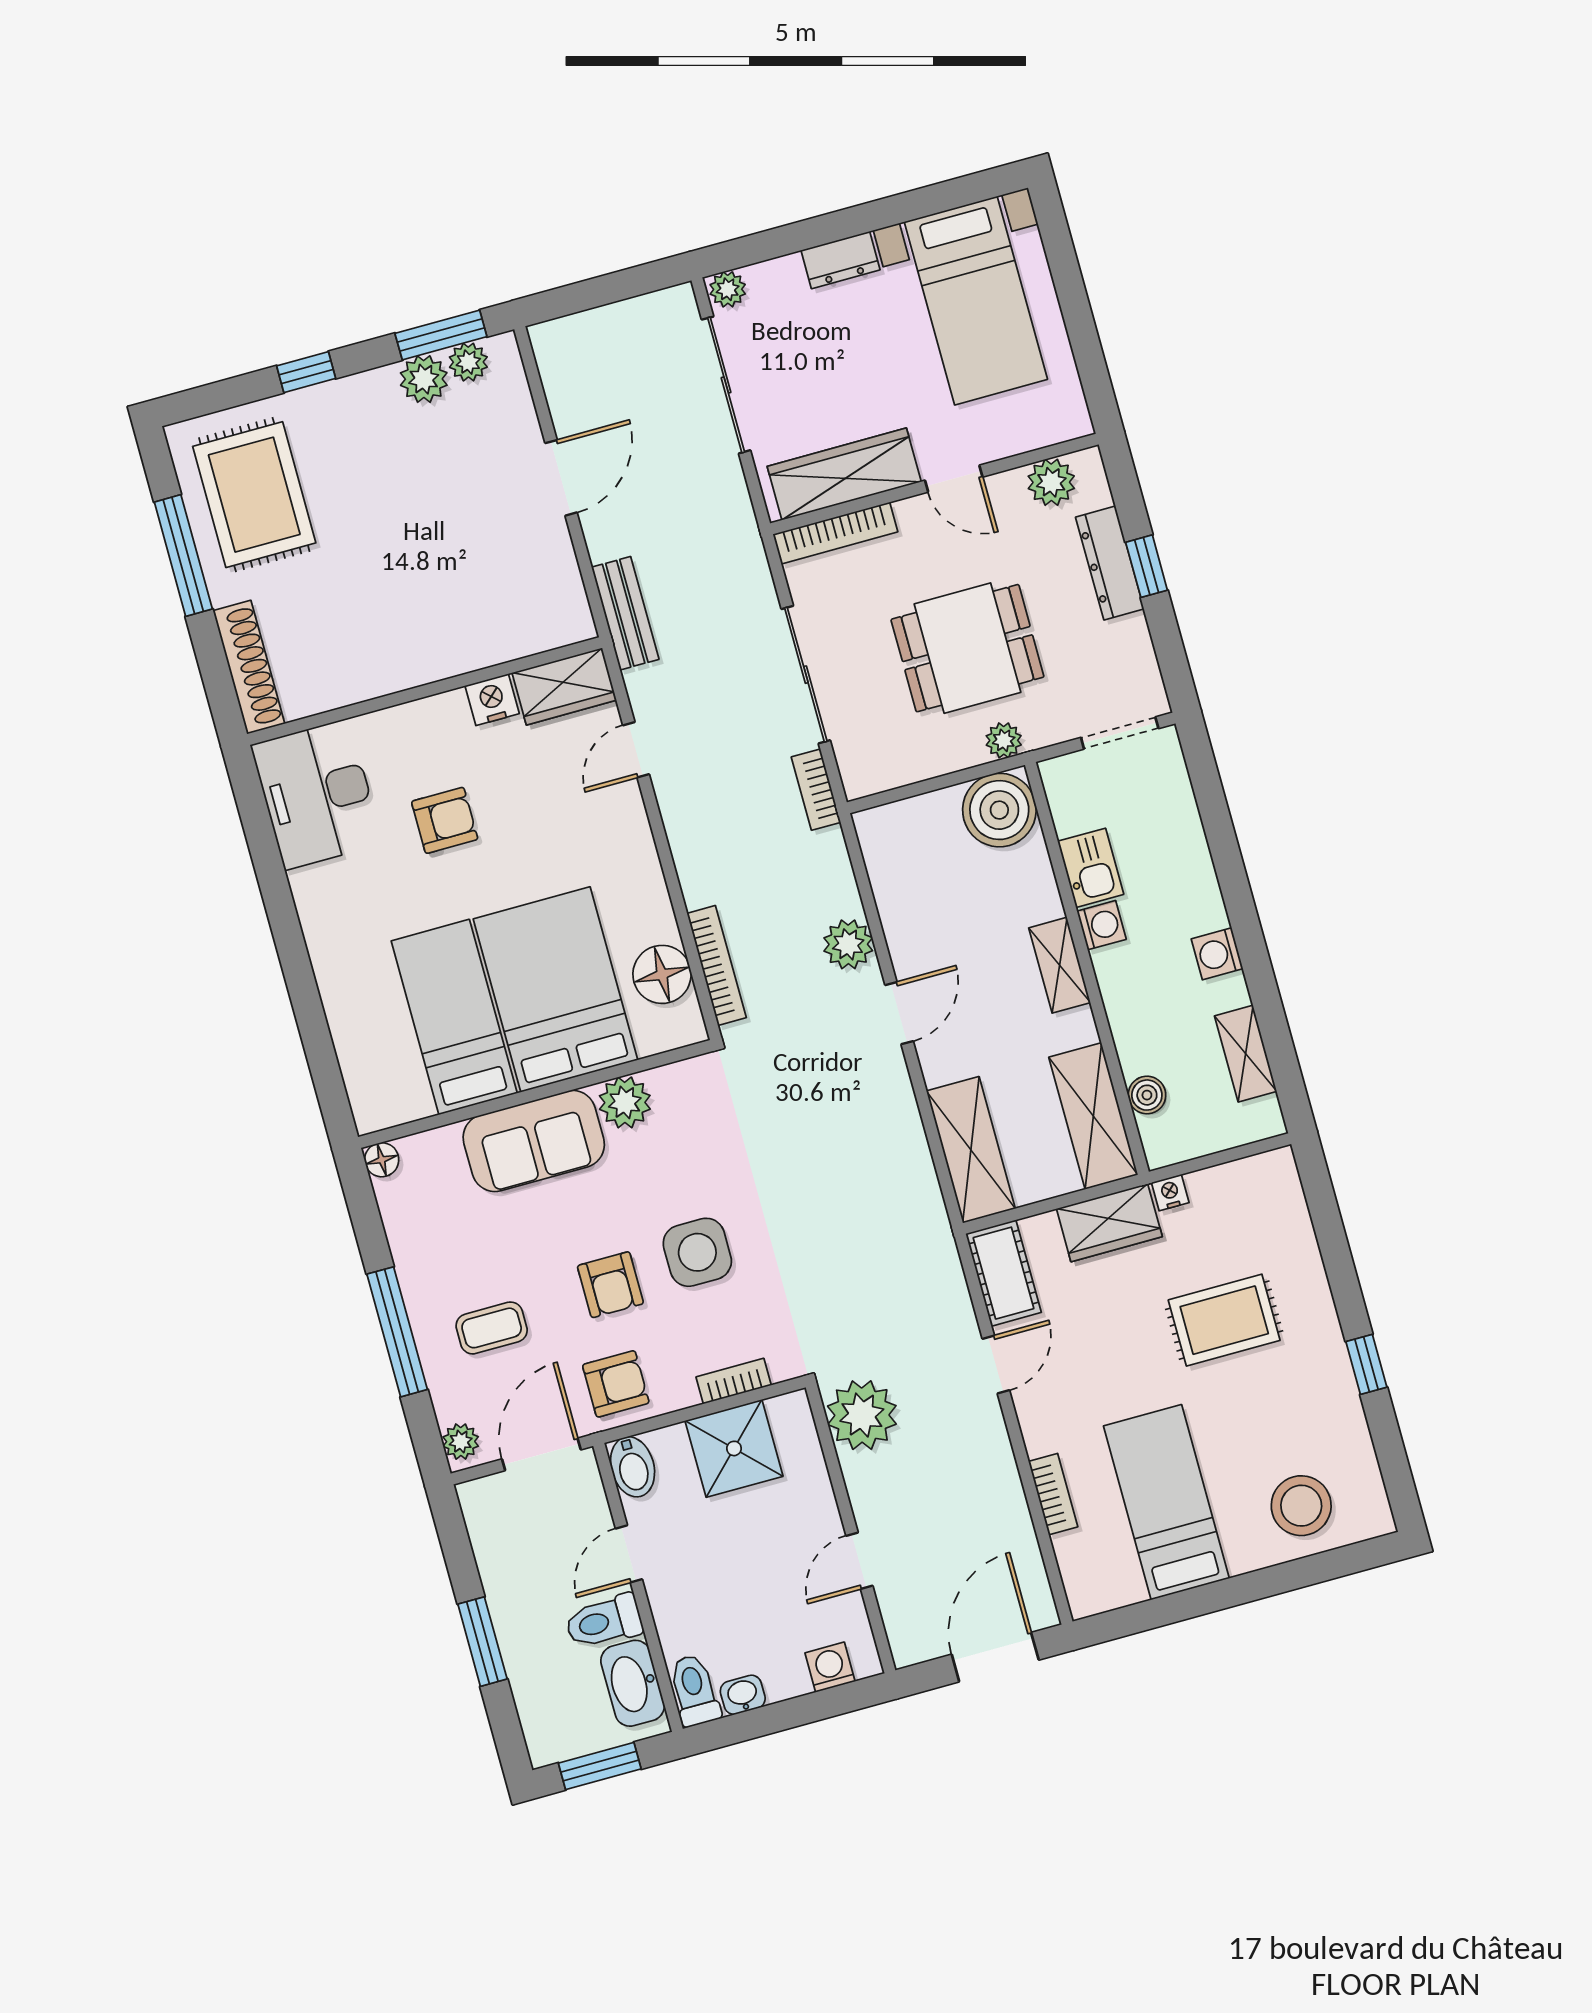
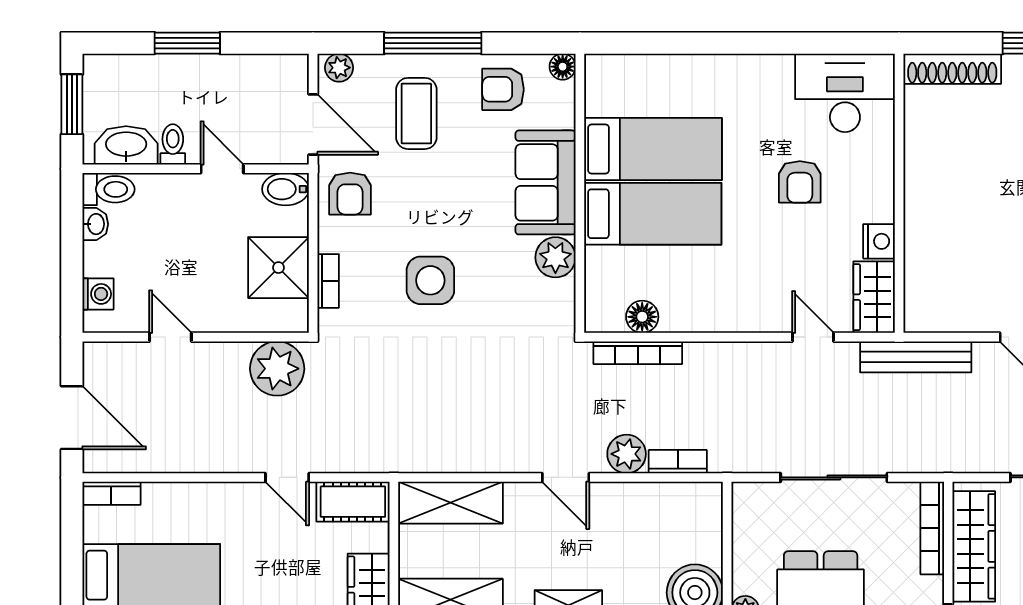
bench: (625, 613) -> (916, 357), width x1.36
bookcase: (816, 790) -> (678, 462), moved
floor lamp: (662, 974) -> (642, 317), width x0.73, depth x0.73
bed: (556, 989) -> (653, 214), width x0.67
armchair: (610, 1285) -> (503, 89), moved
coffee table: (492, 1328) -> (416, 113), width x1.36, depth x1.30
bookcase: (1053, 1494) -> (111, 493), moved
toilet: (604, 1622) -> (173, 144), width x0.73, depth x0.72

